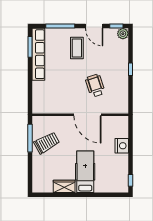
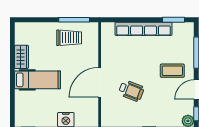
row of seats: (38, 54) -> (144, 29), moved
wheelchair: (95, 86) -> (131, 91), turned 39
trolley: (47, 143) -> (69, 38), turned -61

